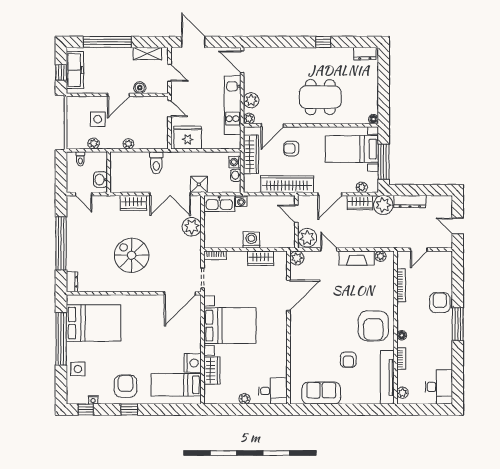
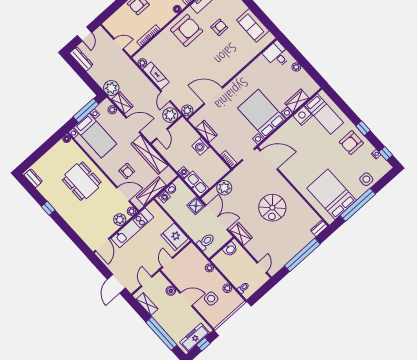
wall: (109, 172) -> (222, 248), moved
washbasin: (100, 180) -> (230, 249), moved
dresser: (410, 202) -> (81, 59), moved

